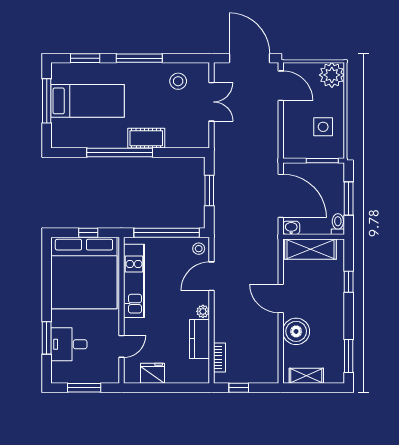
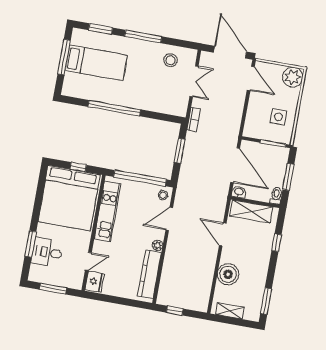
cot: (146, 138) -> (137, 101), removed
door: (281, 298) -> (223, 234), moved
kitchen counter: (200, 339) -> (149, 274), width x1.50
bookcase: (219, 357) -> (194, 119), moved
fridge: (153, 373) -> (95, 282), moved, turned 90

